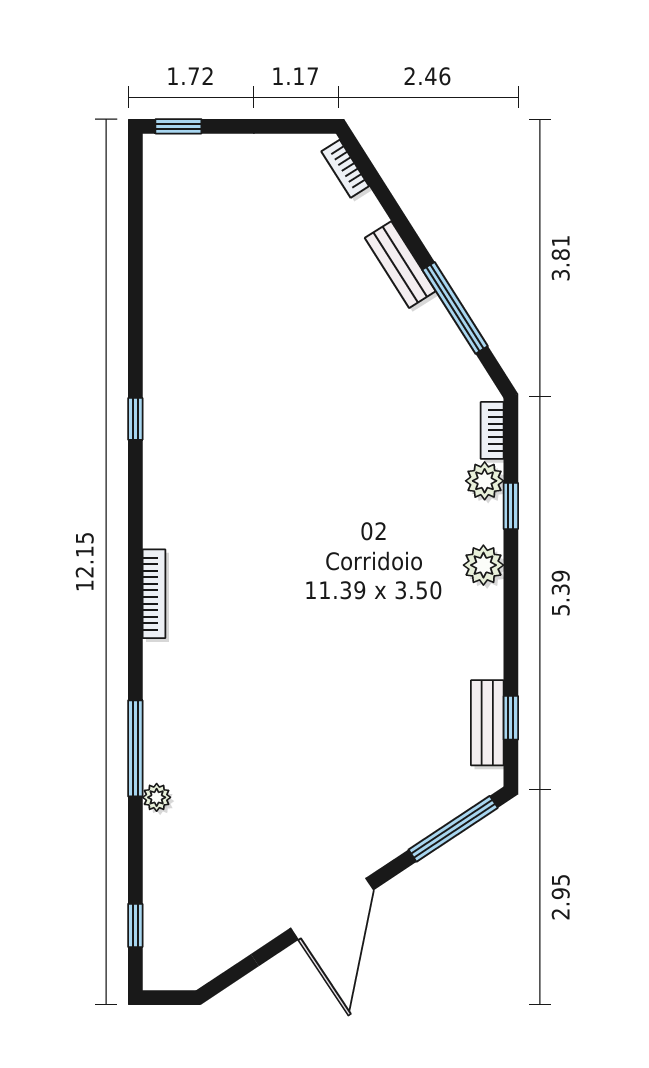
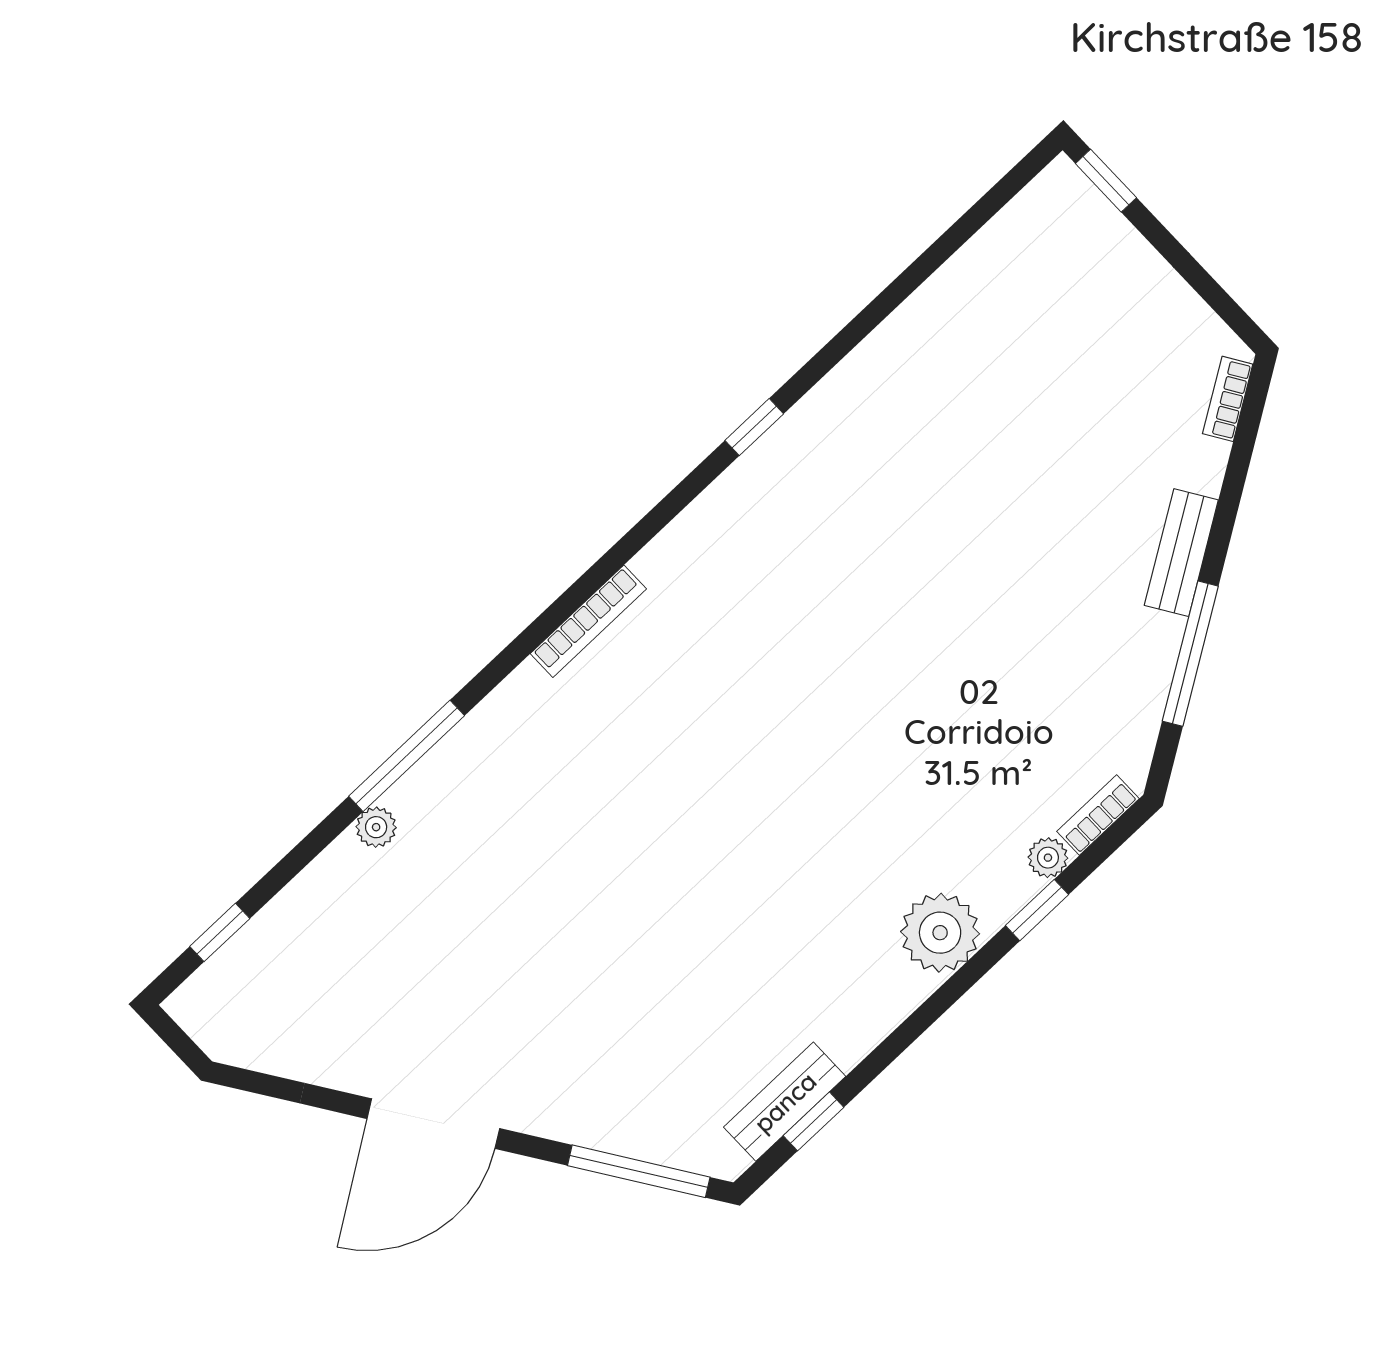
plant: (485, 481) -> (1048, 858), width x0.73, depth x0.73
plant: (483, 565) -> (940, 933), width x1.36, depth x1.36

